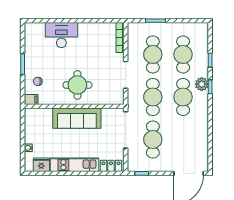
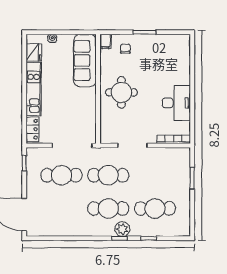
desk: (61, 35) -> (176, 103), moved
cafe table: (153, 54) -> (155, 175), removed
sofa: (77, 118) -> (85, 60), moved

